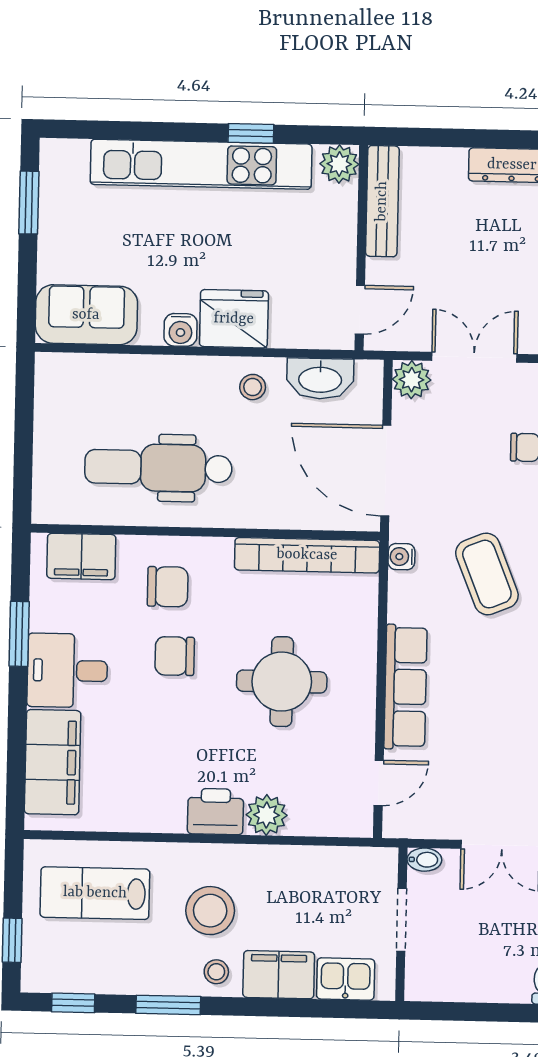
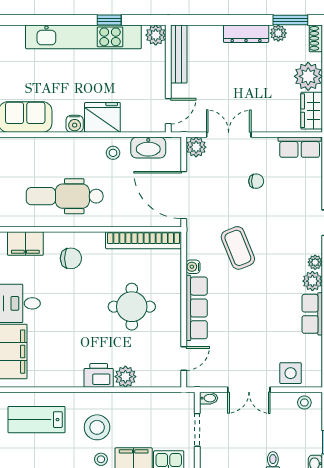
water cooler: (401, 557) -> (193, 267), moved
chair: (175, 656) -> (75, 295), removed

